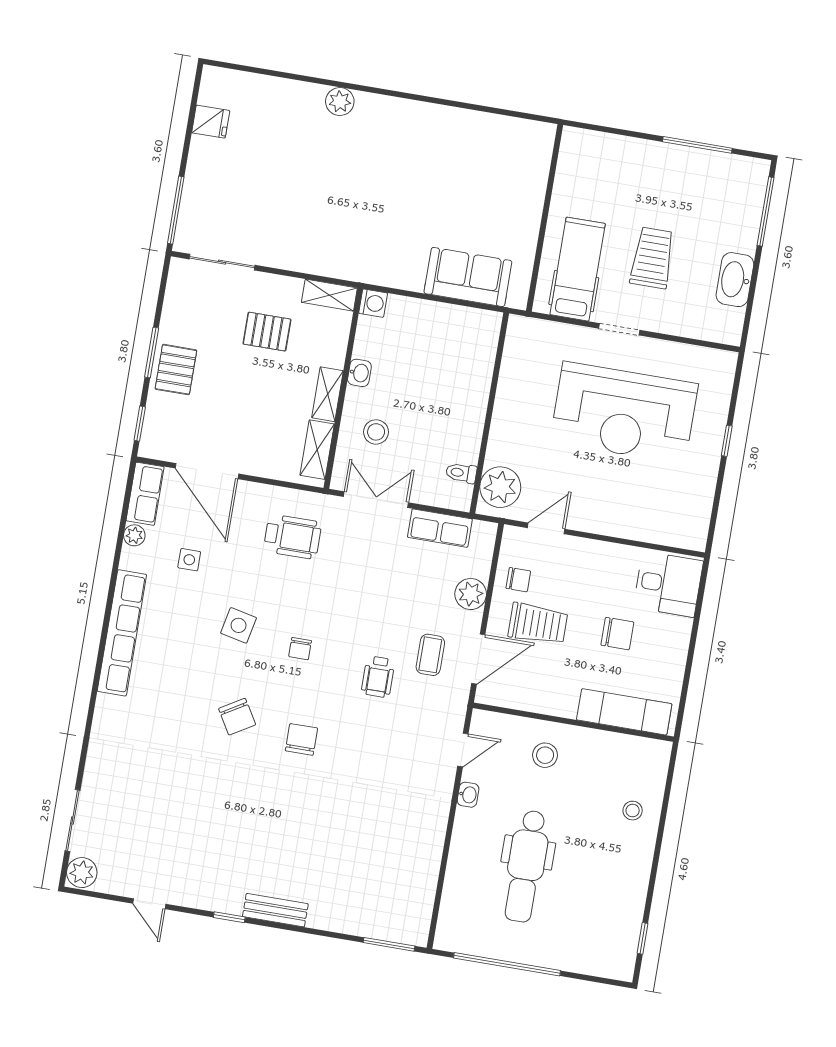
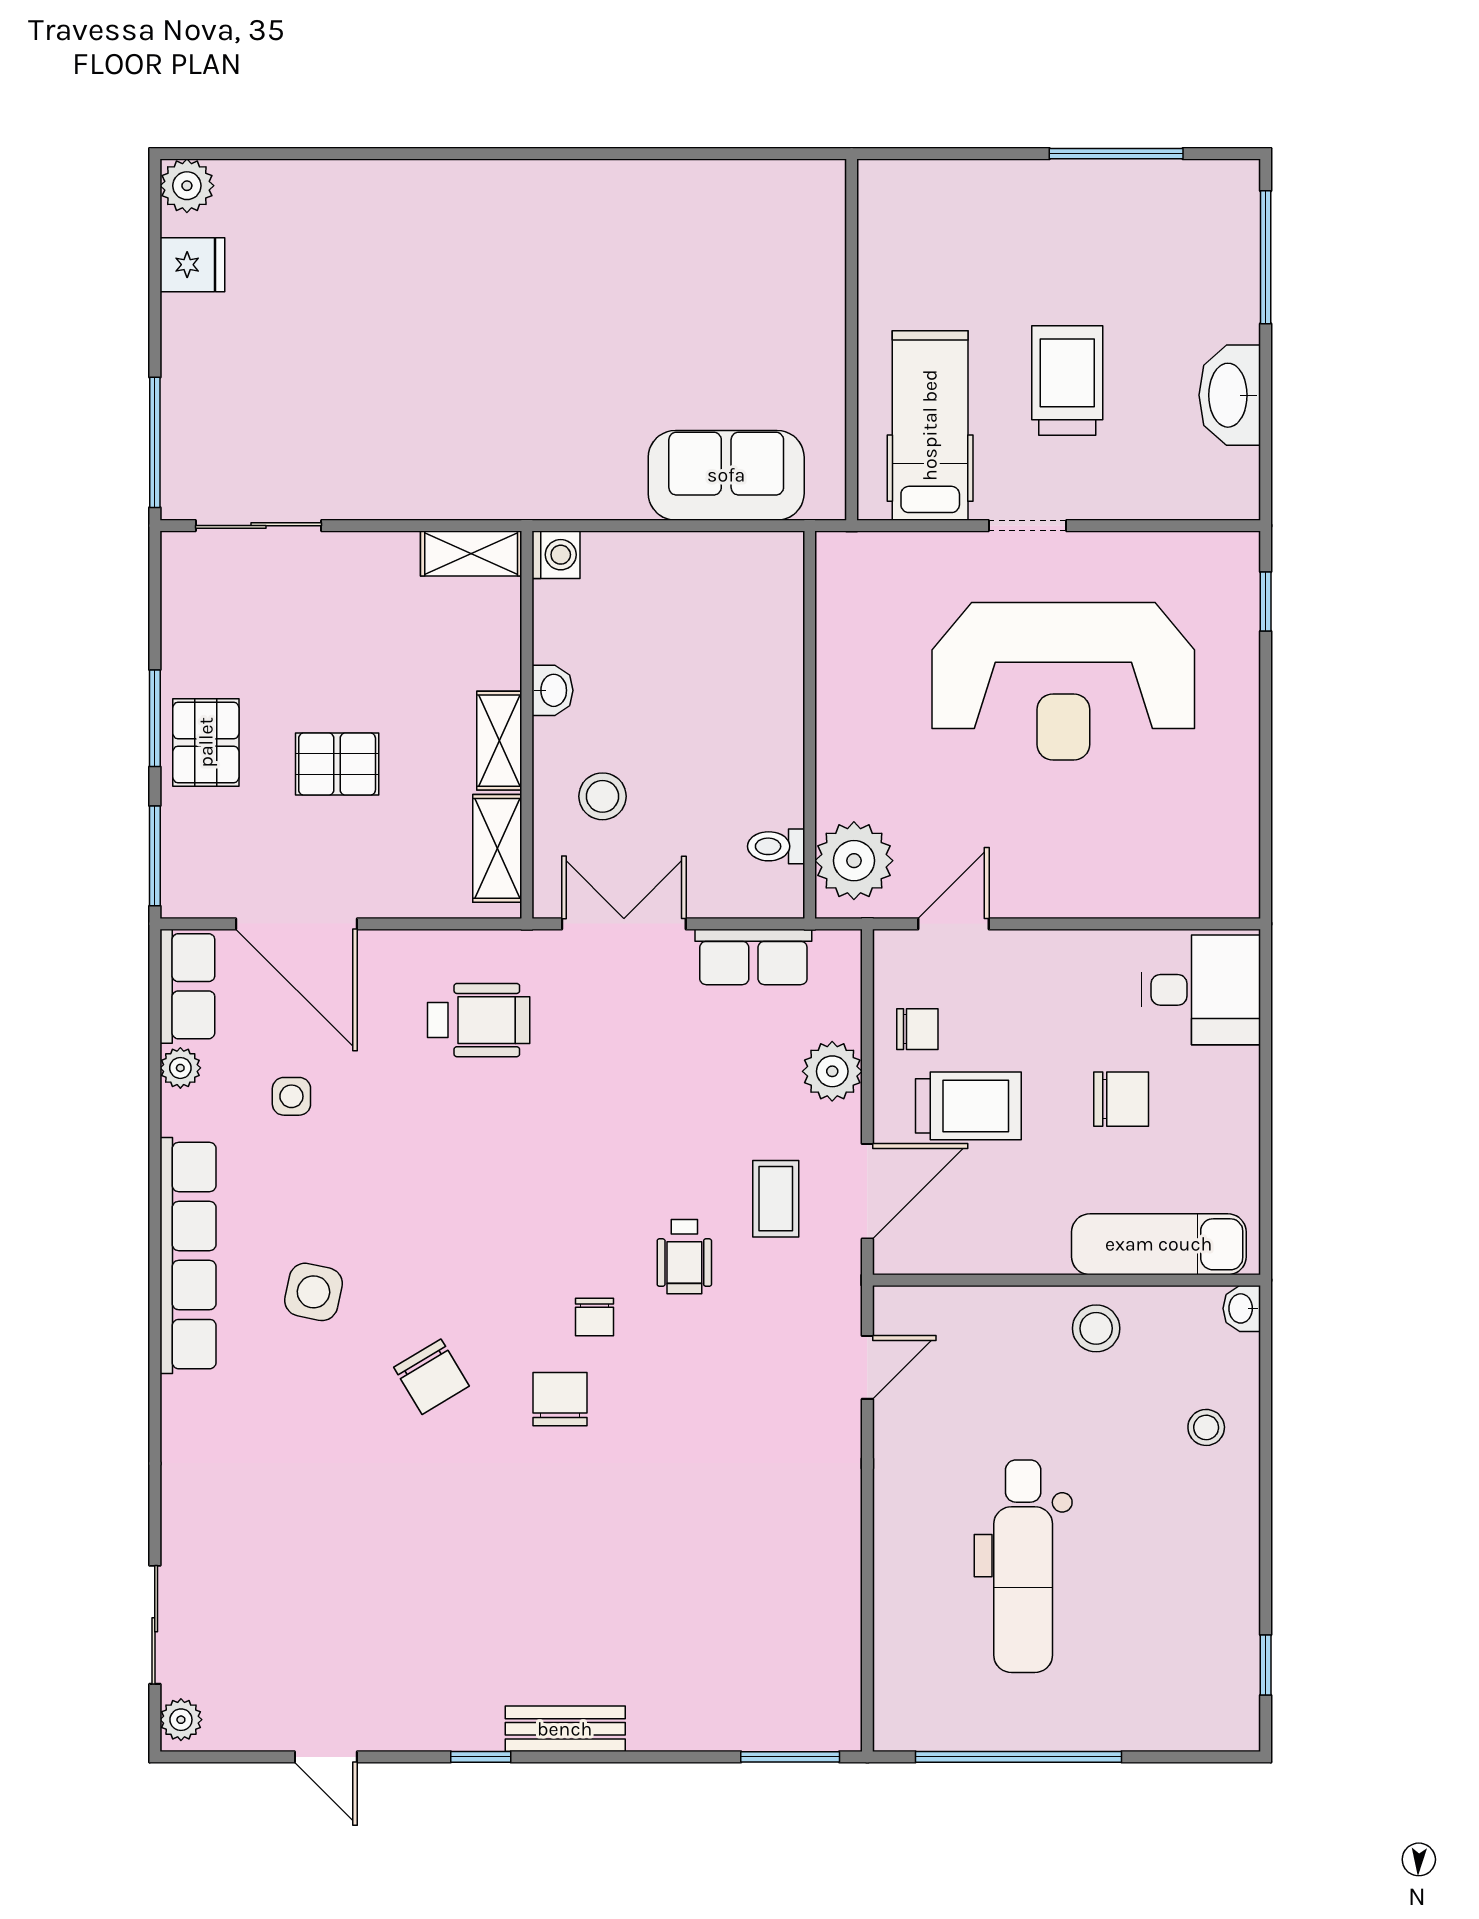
plant: (340, 102) -> (187, 186), moved
pallet: (267, 332) -> (337, 764), moved
window: (140, 424) -> (155, 856), width x1.50
window: (727, 441) -> (1266, 602), moved
side table: (239, 625) -> (313, 1292), moved
chair: (300, 649) -> (595, 1317), moved
stool: (545, 755) -> (1096, 1328), moved
washbasin: (468, 795) -> (1242, 1308), moved, turned 180
plant: (82, 873) -> (181, 1720), width x0.73, depth x0.73

